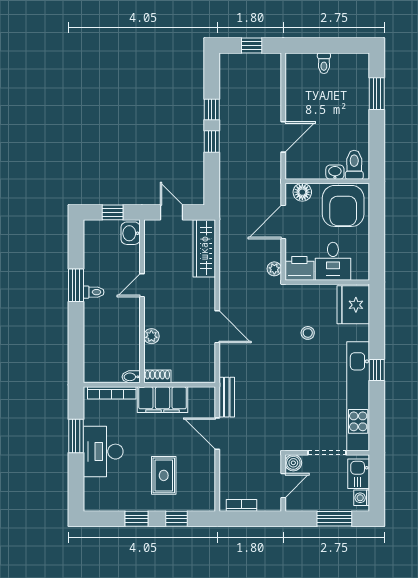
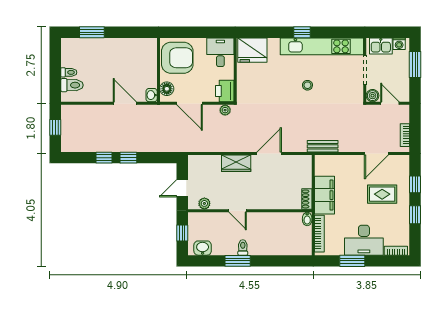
toilet: (354, 165) -> (72, 85), moved, turned 180
washbasin: (335, 172) -> (152, 95), moved
washbasin: (131, 233) -> (203, 248), moved, turned 180
wardrobe: (204, 248) -> (236, 163), moved, width x0.67
desk: (333, 261) -> (220, 52), moved, turned -90
stool: (308, 333) -> (307, 85), moved
plant: (151, 336) -> (204, 203), moved
door: (217, 434) -> (376, 153), moved
bookcase: (89, 494) -> (396, 251), added

